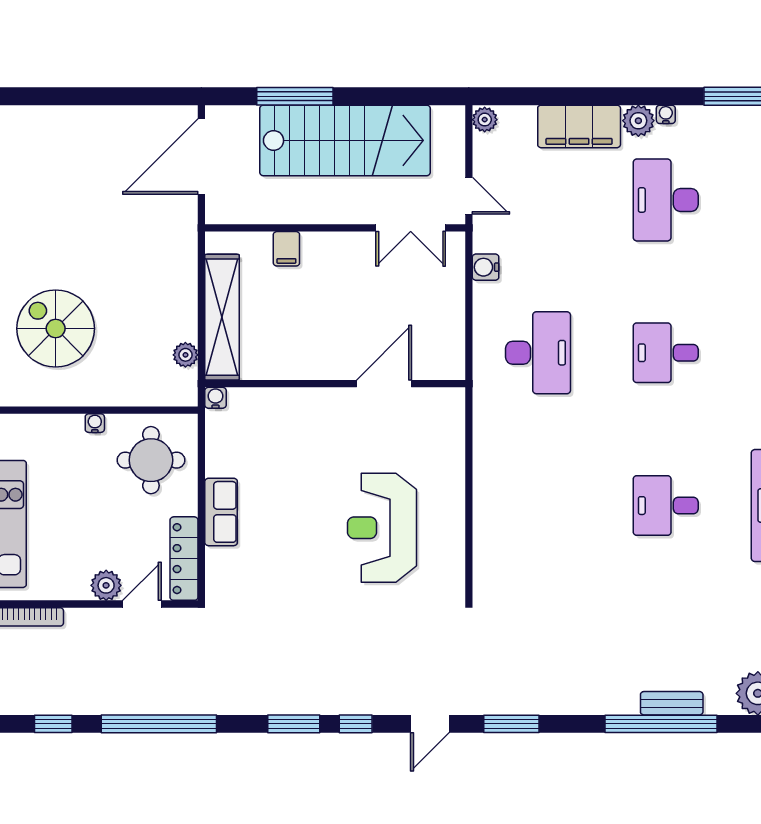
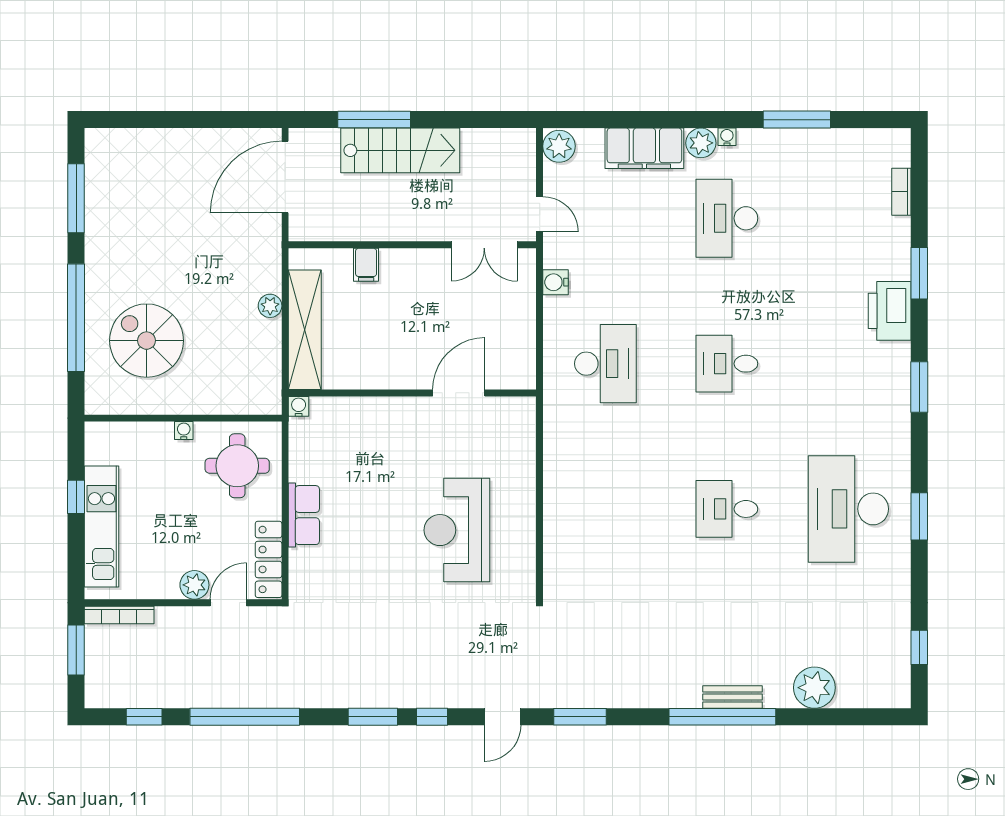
plant: (485, 120) -> (559, 146), width x1.38, depth x1.38
stairs: (345, 140) -> (400, 150), width x0.73, depth x0.66
plant: (185, 355) -> (270, 306), moved

